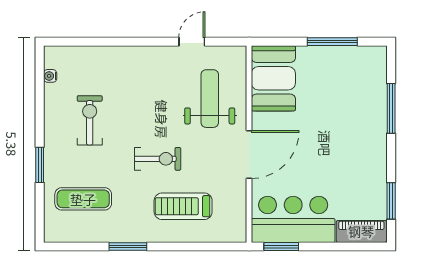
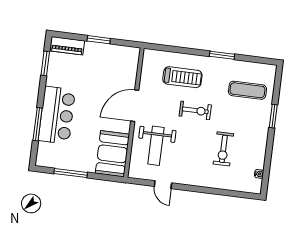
door: (192, 42) -> (163, 185), hinge flipped
exercise bike: (90, 120) -> (223, 149), moved
exercise bike: (158, 159) -> (195, 110), turned 180
bar counter: (293, 219) -> (57, 115), moved, turned -90
window: (281, 247) -> (99, 40), moved

